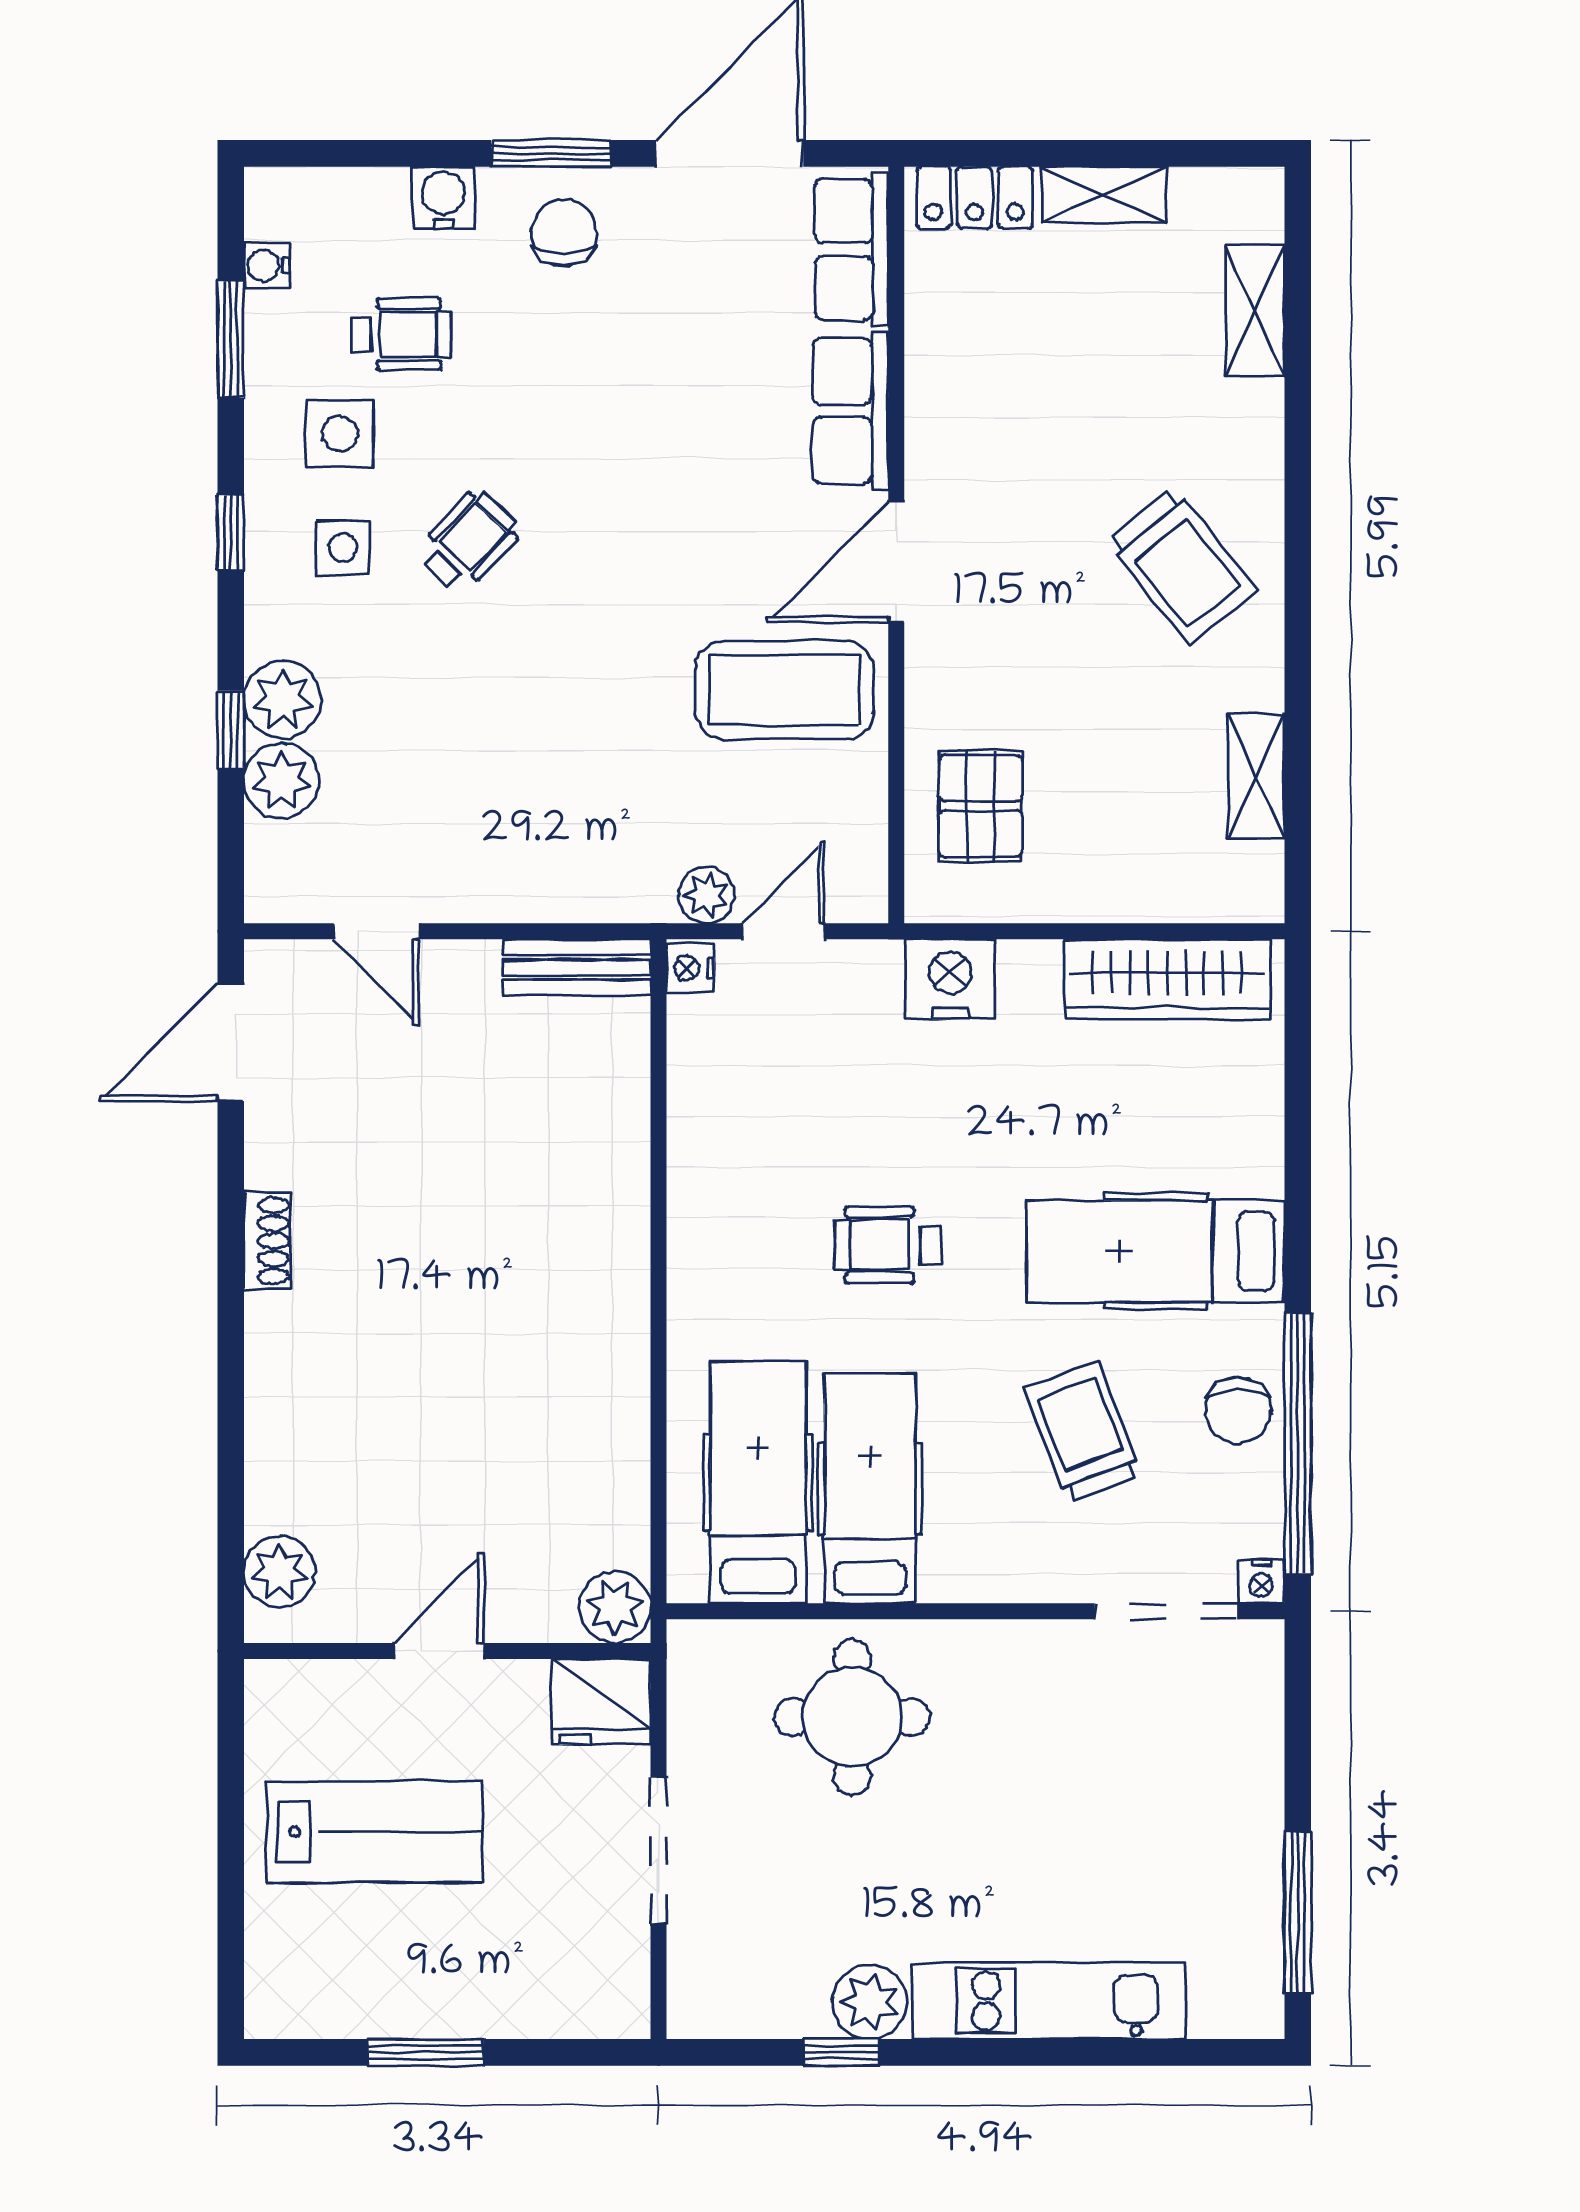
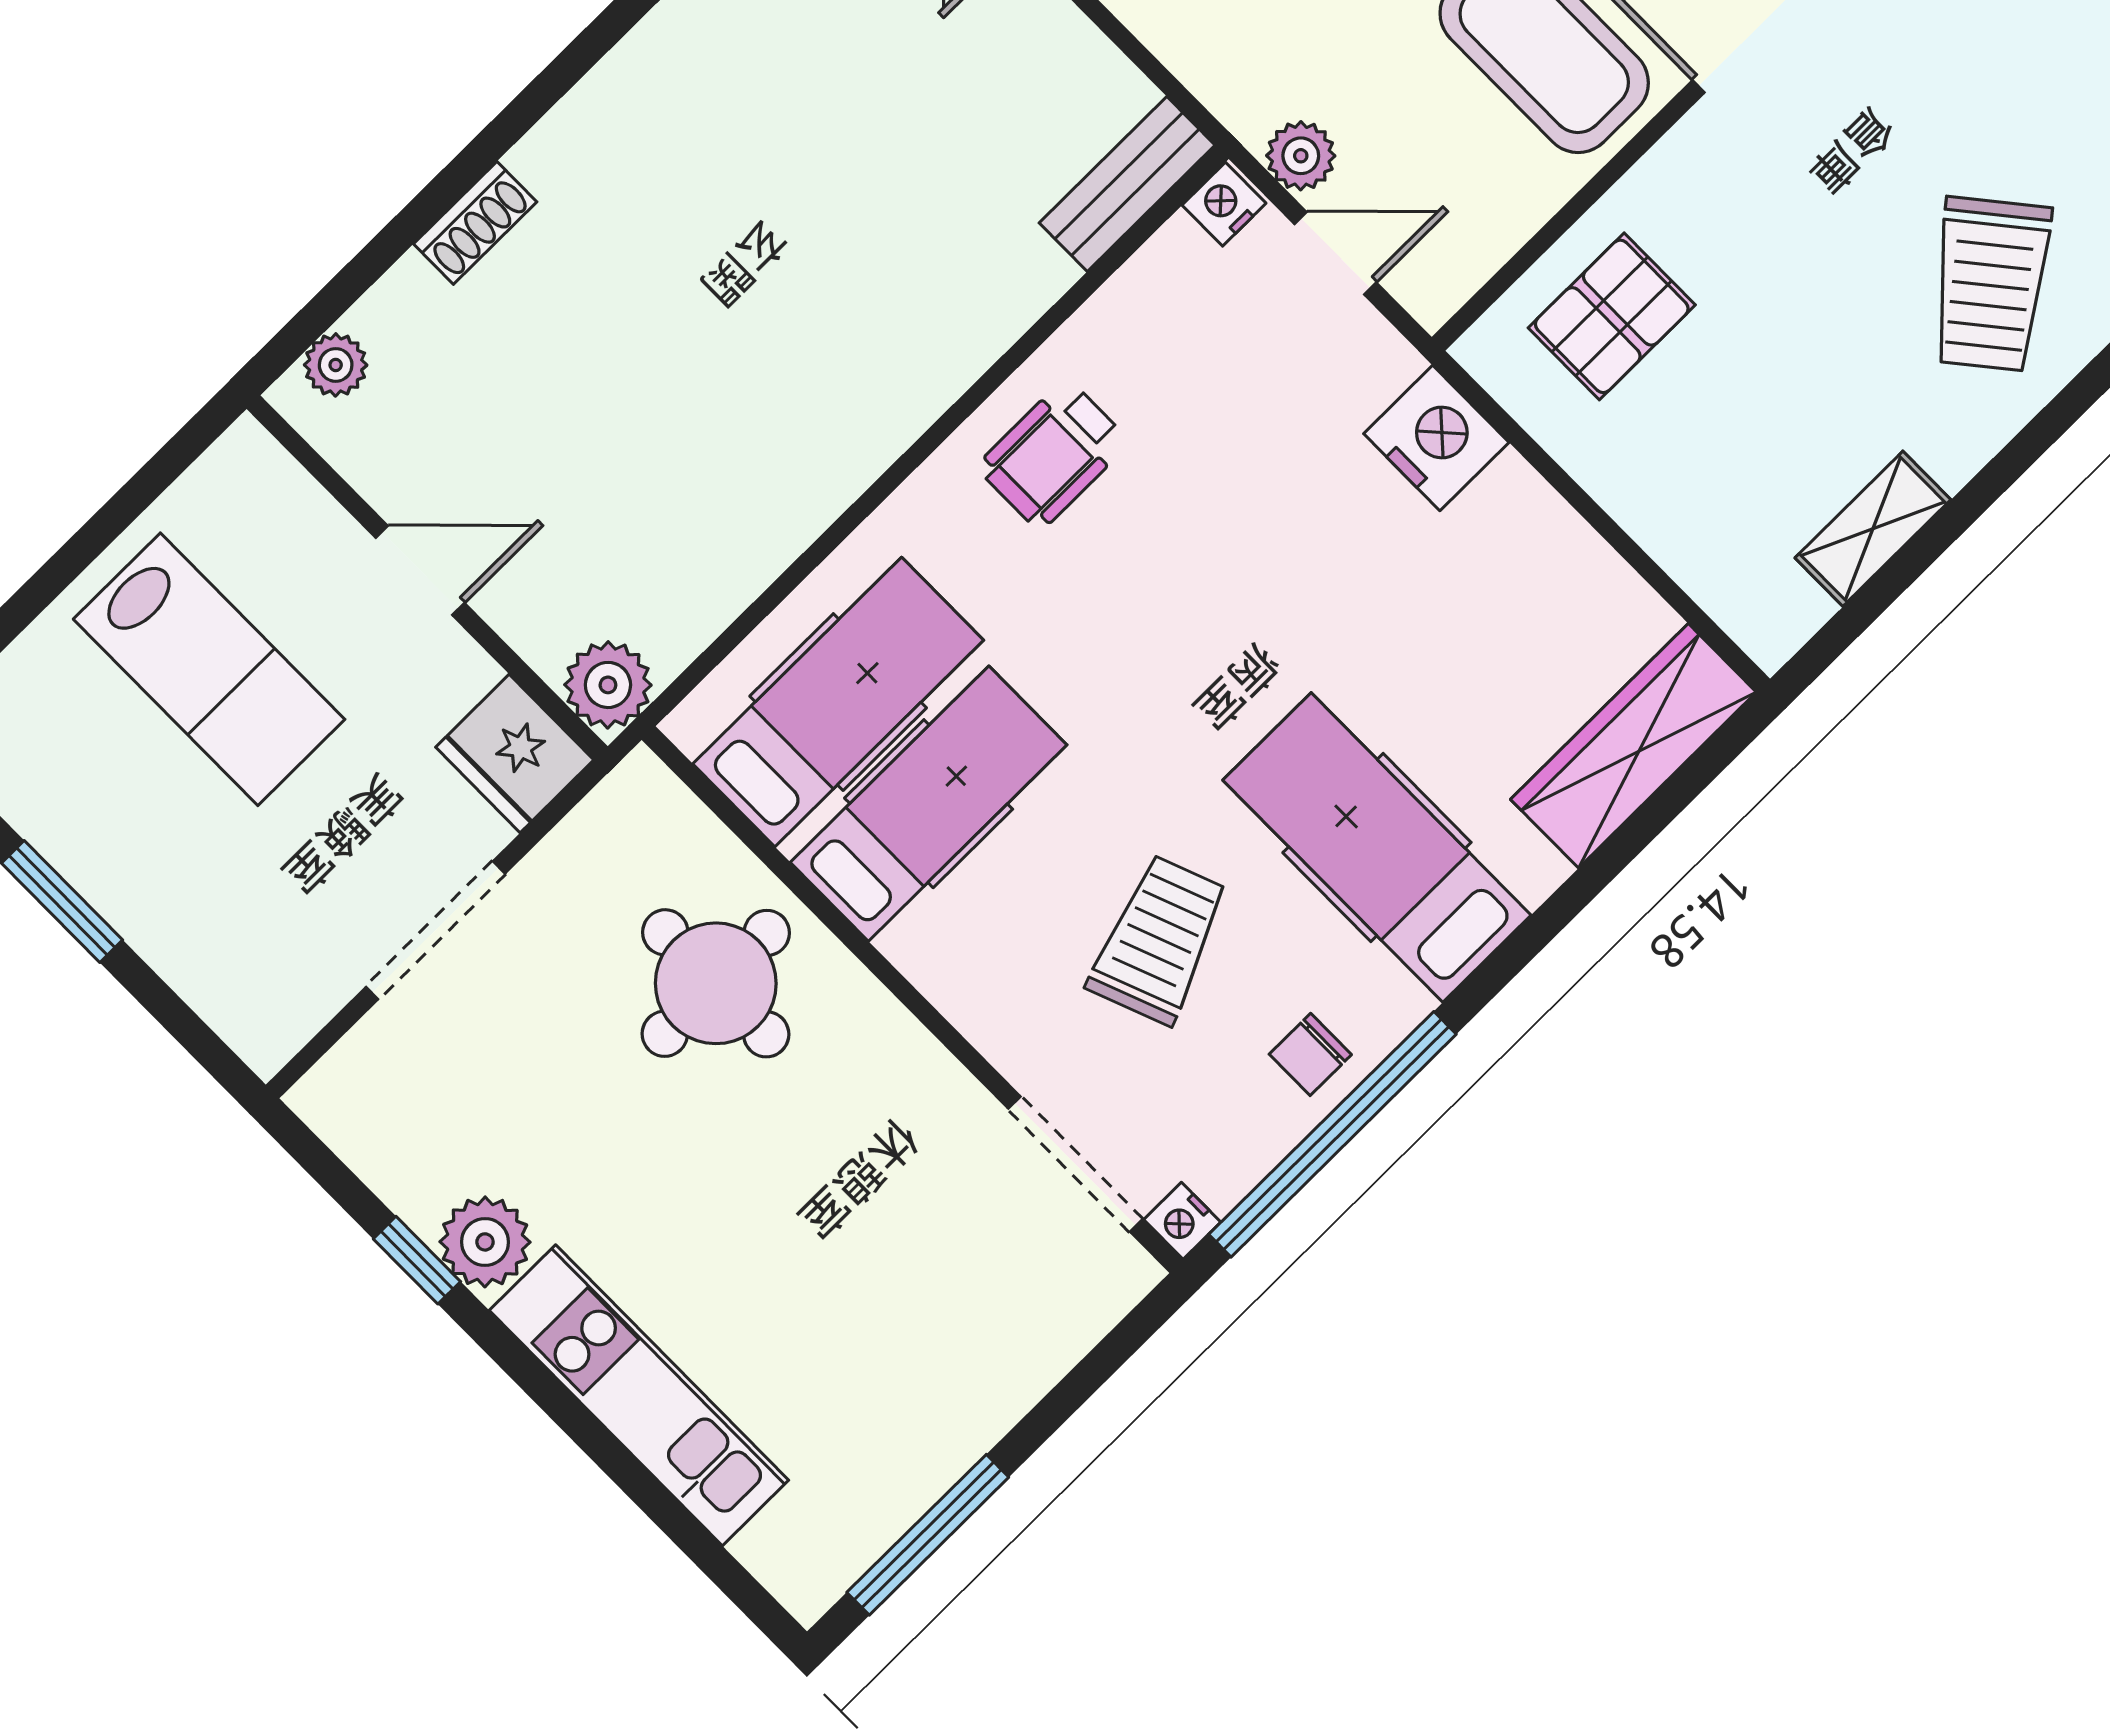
bench: (577, 967) -> (1127, 184), moved, turned 90
wardrobe: (1167, 979) -> (1633, 746), moved, turned 90
shoe rack: (267, 1241) -> (475, 223), moved
wheelchair: (888, 1245) -> (1053, 454), moved, turned -90
chair: (1238, 1410) -> (1310, 1054), width x0.73, depth x0.73
plant: (279, 1572) -> (336, 365), width x0.73, depth x0.73

